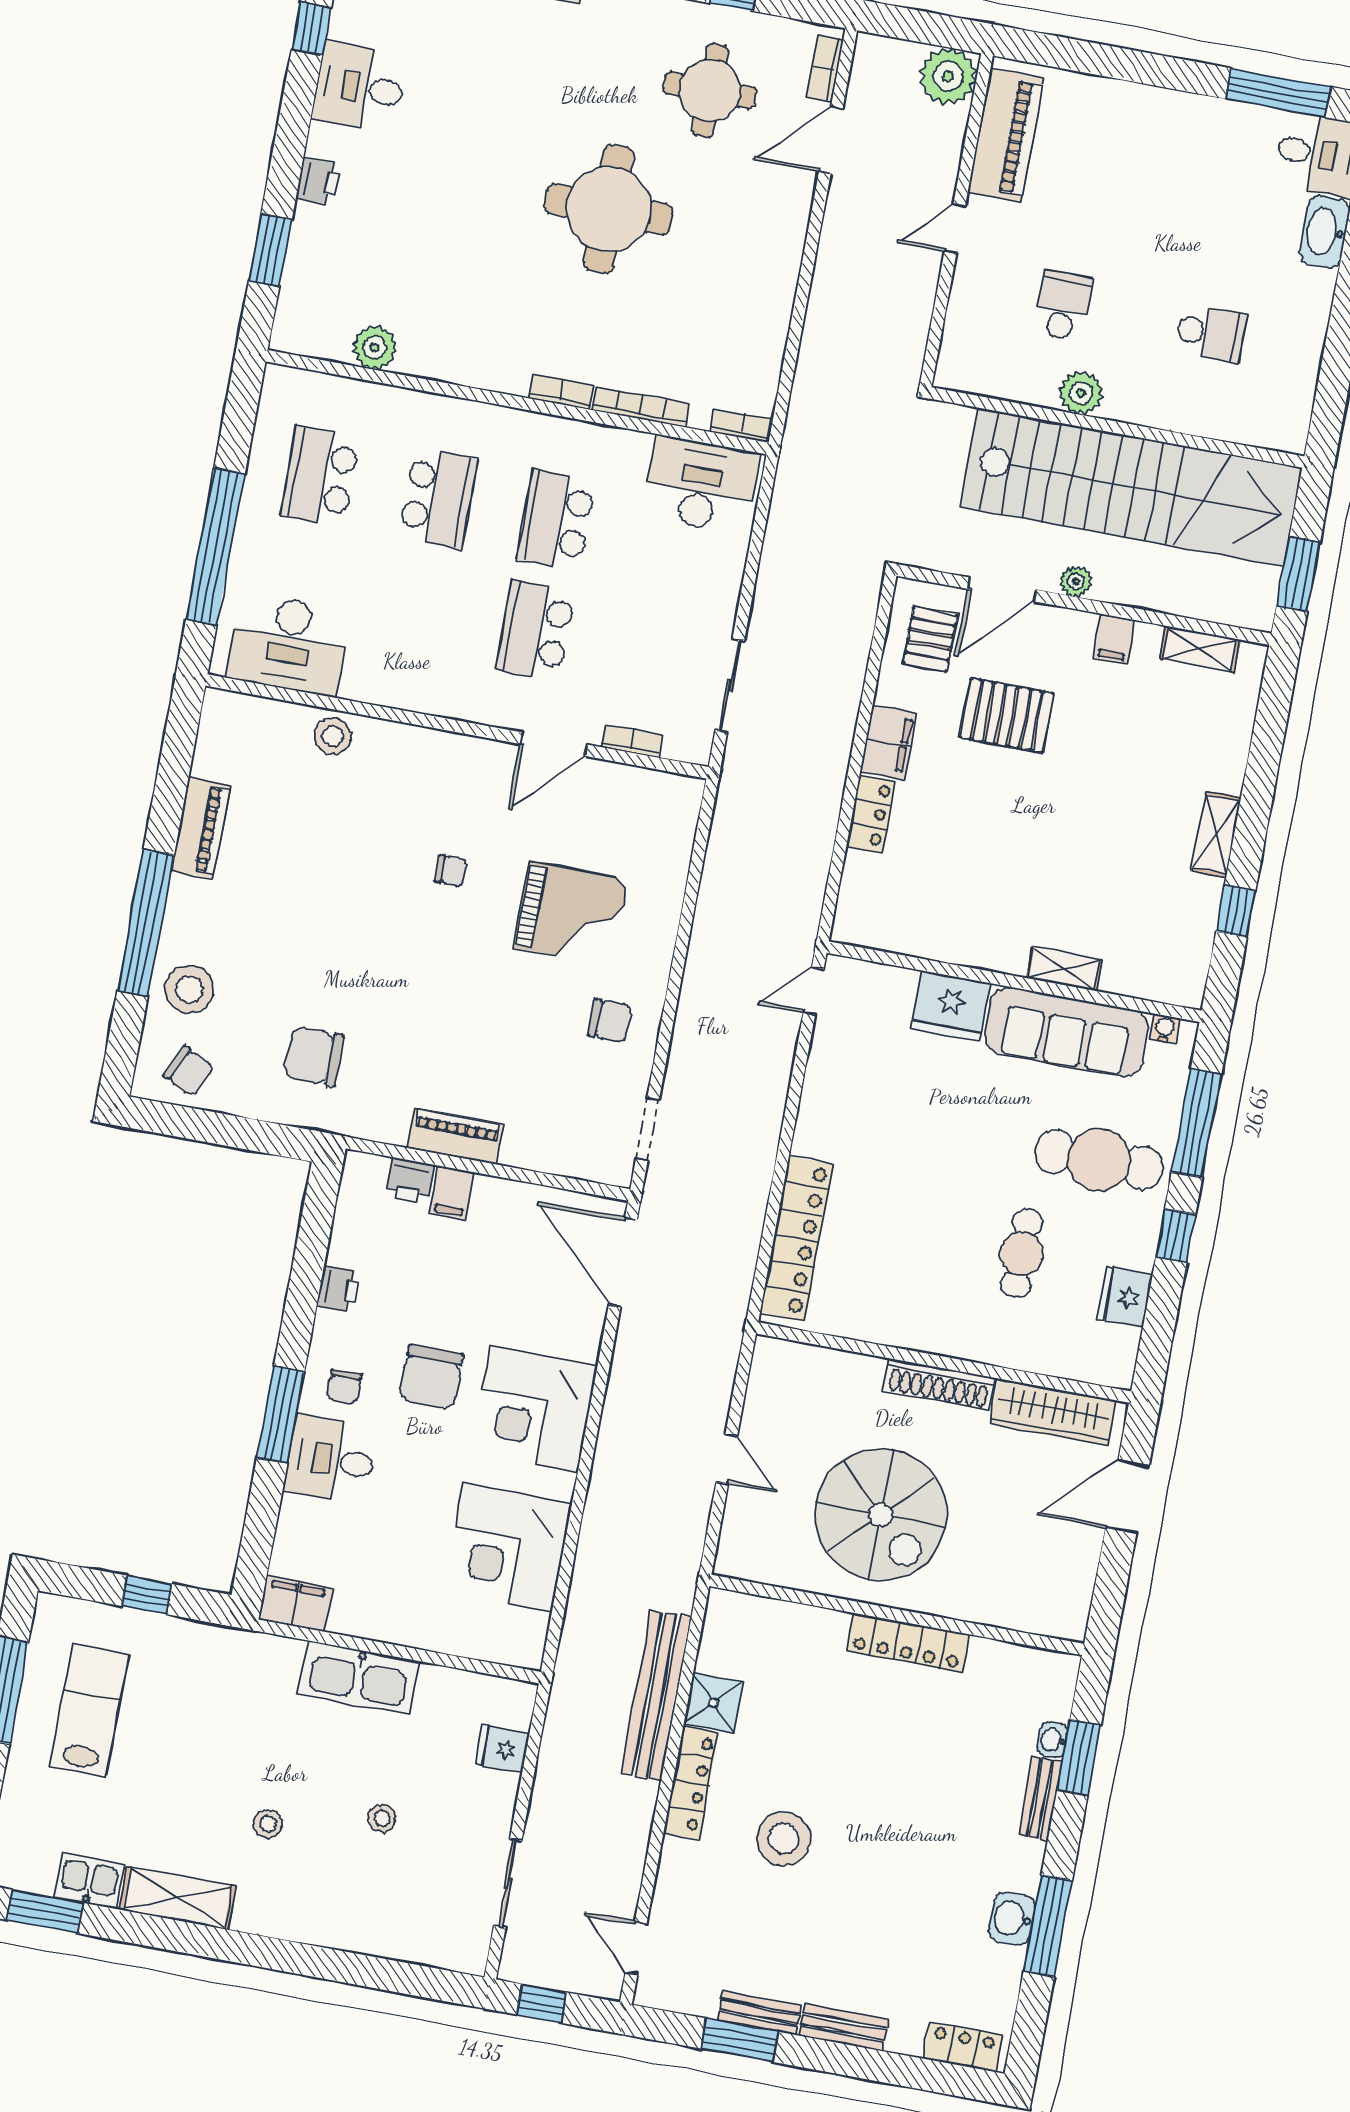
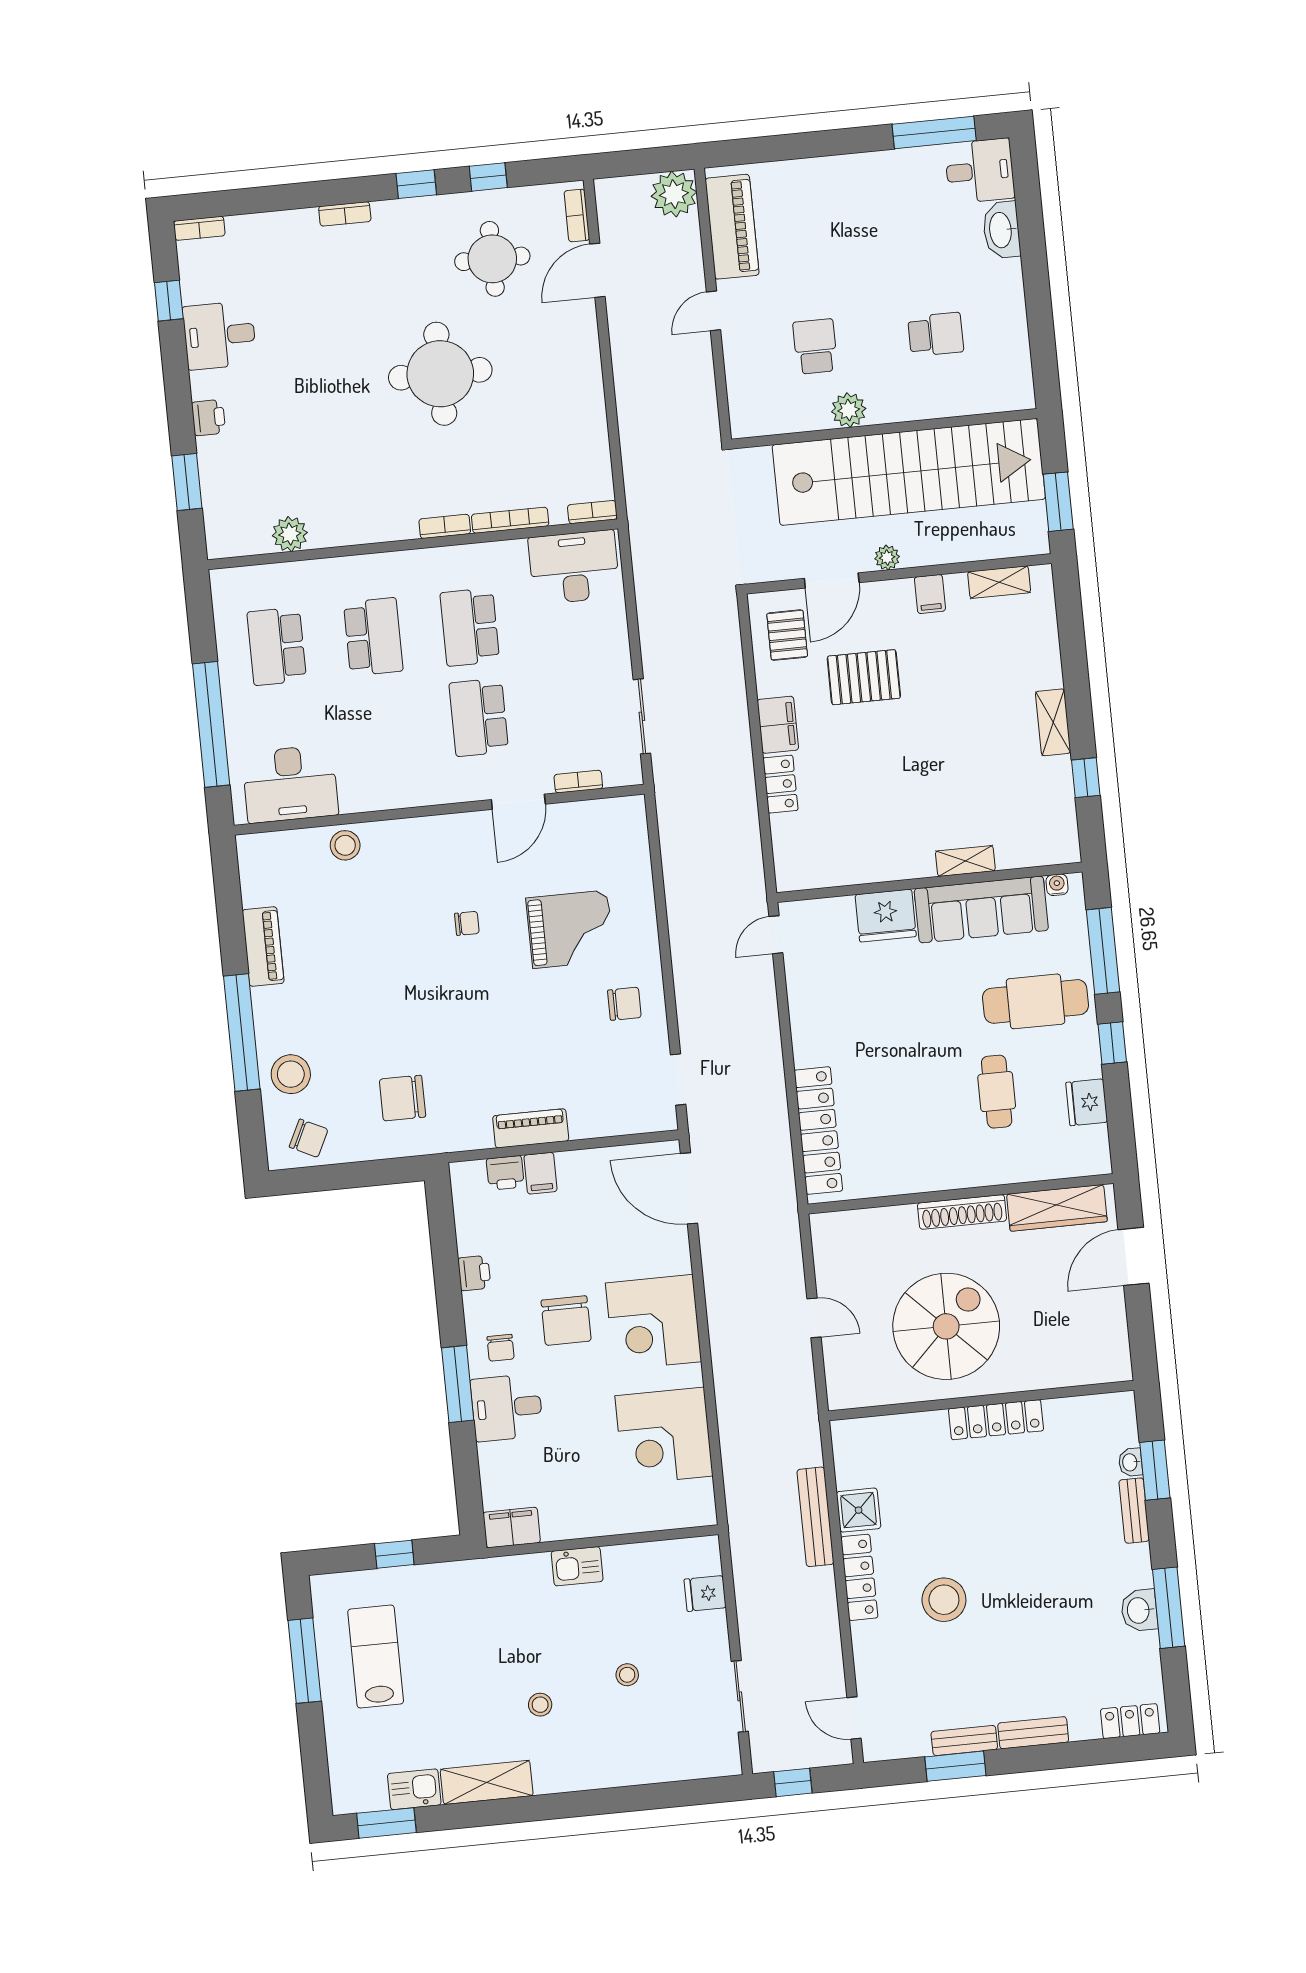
spiral stairs: (881, 1515) -> (946, 1326), turned -90
kitchen sink: (359, 1678) -> (577, 1566), width x0.53, depth x0.81
bench: (656, 1695) -> (815, 1517), width x0.73, depth x0.82

